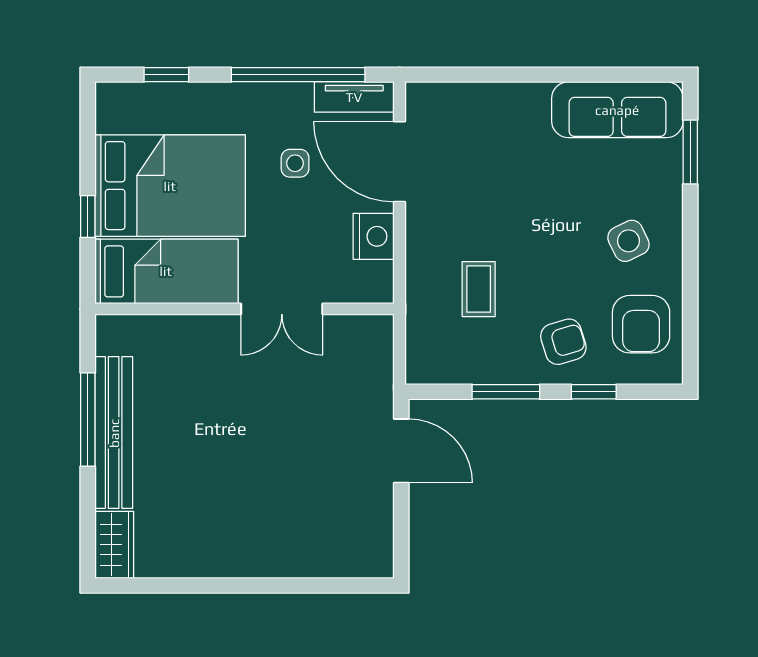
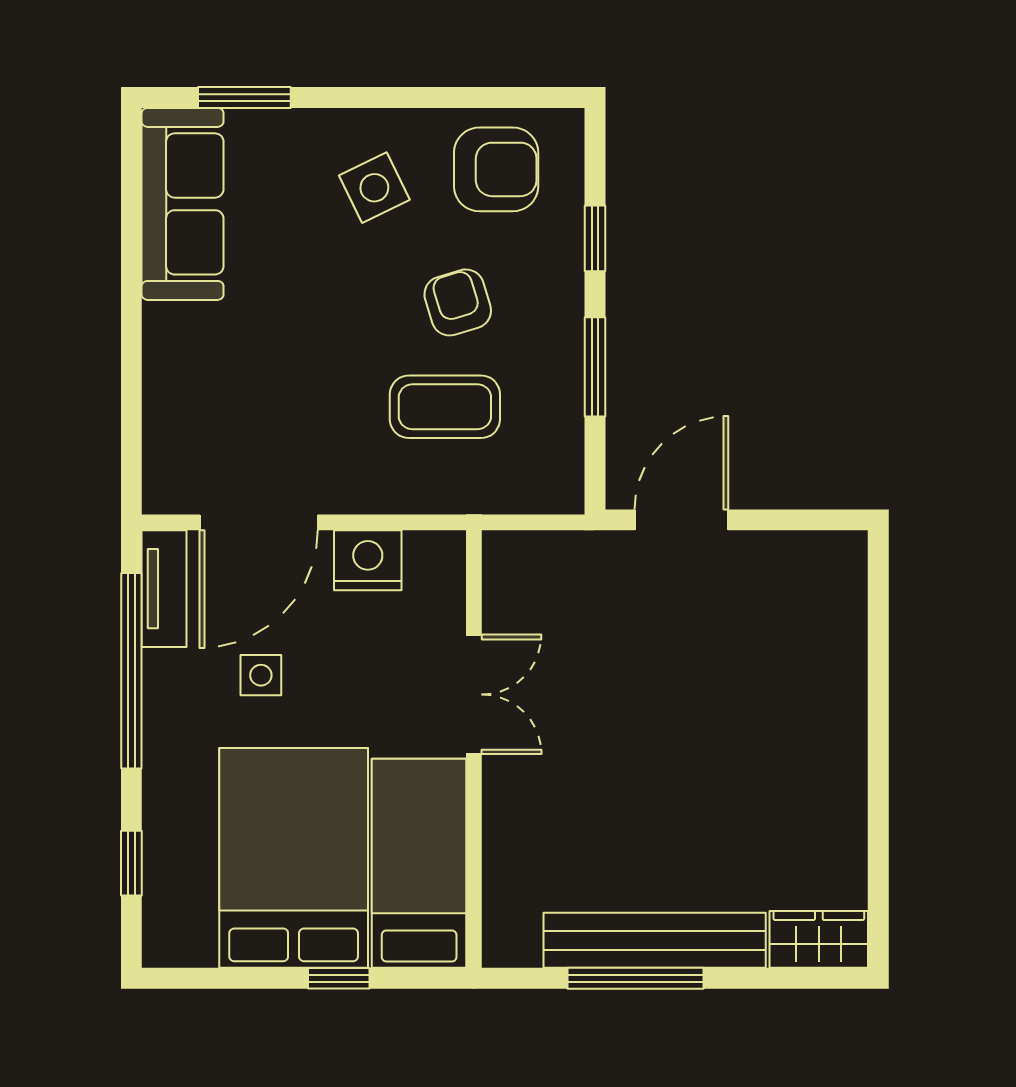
coffee table: (479, 289) -> (445, 407), width x1.36, depth x1.30
armchair: (563, 342) -> (458, 302), moved

